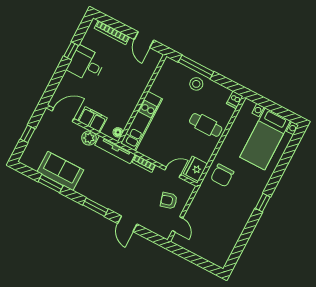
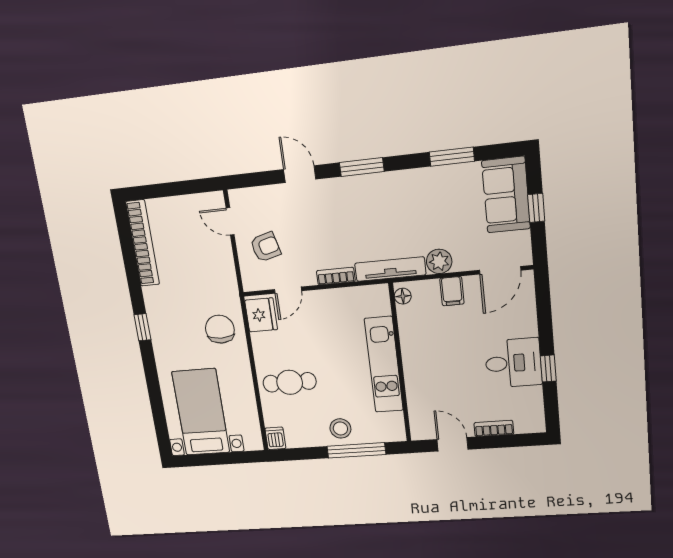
bookcase: (112, 33) -> (494, 428), width x0.64
filing cabinet: (92, 119) -> (452, 291), width x0.50
kitchen unit: (142, 121) -> (384, 365), moved
sofa: (60, 171) -> (506, 195), moved, turned 90
bookcase: (230, 244) -> (143, 243), added

